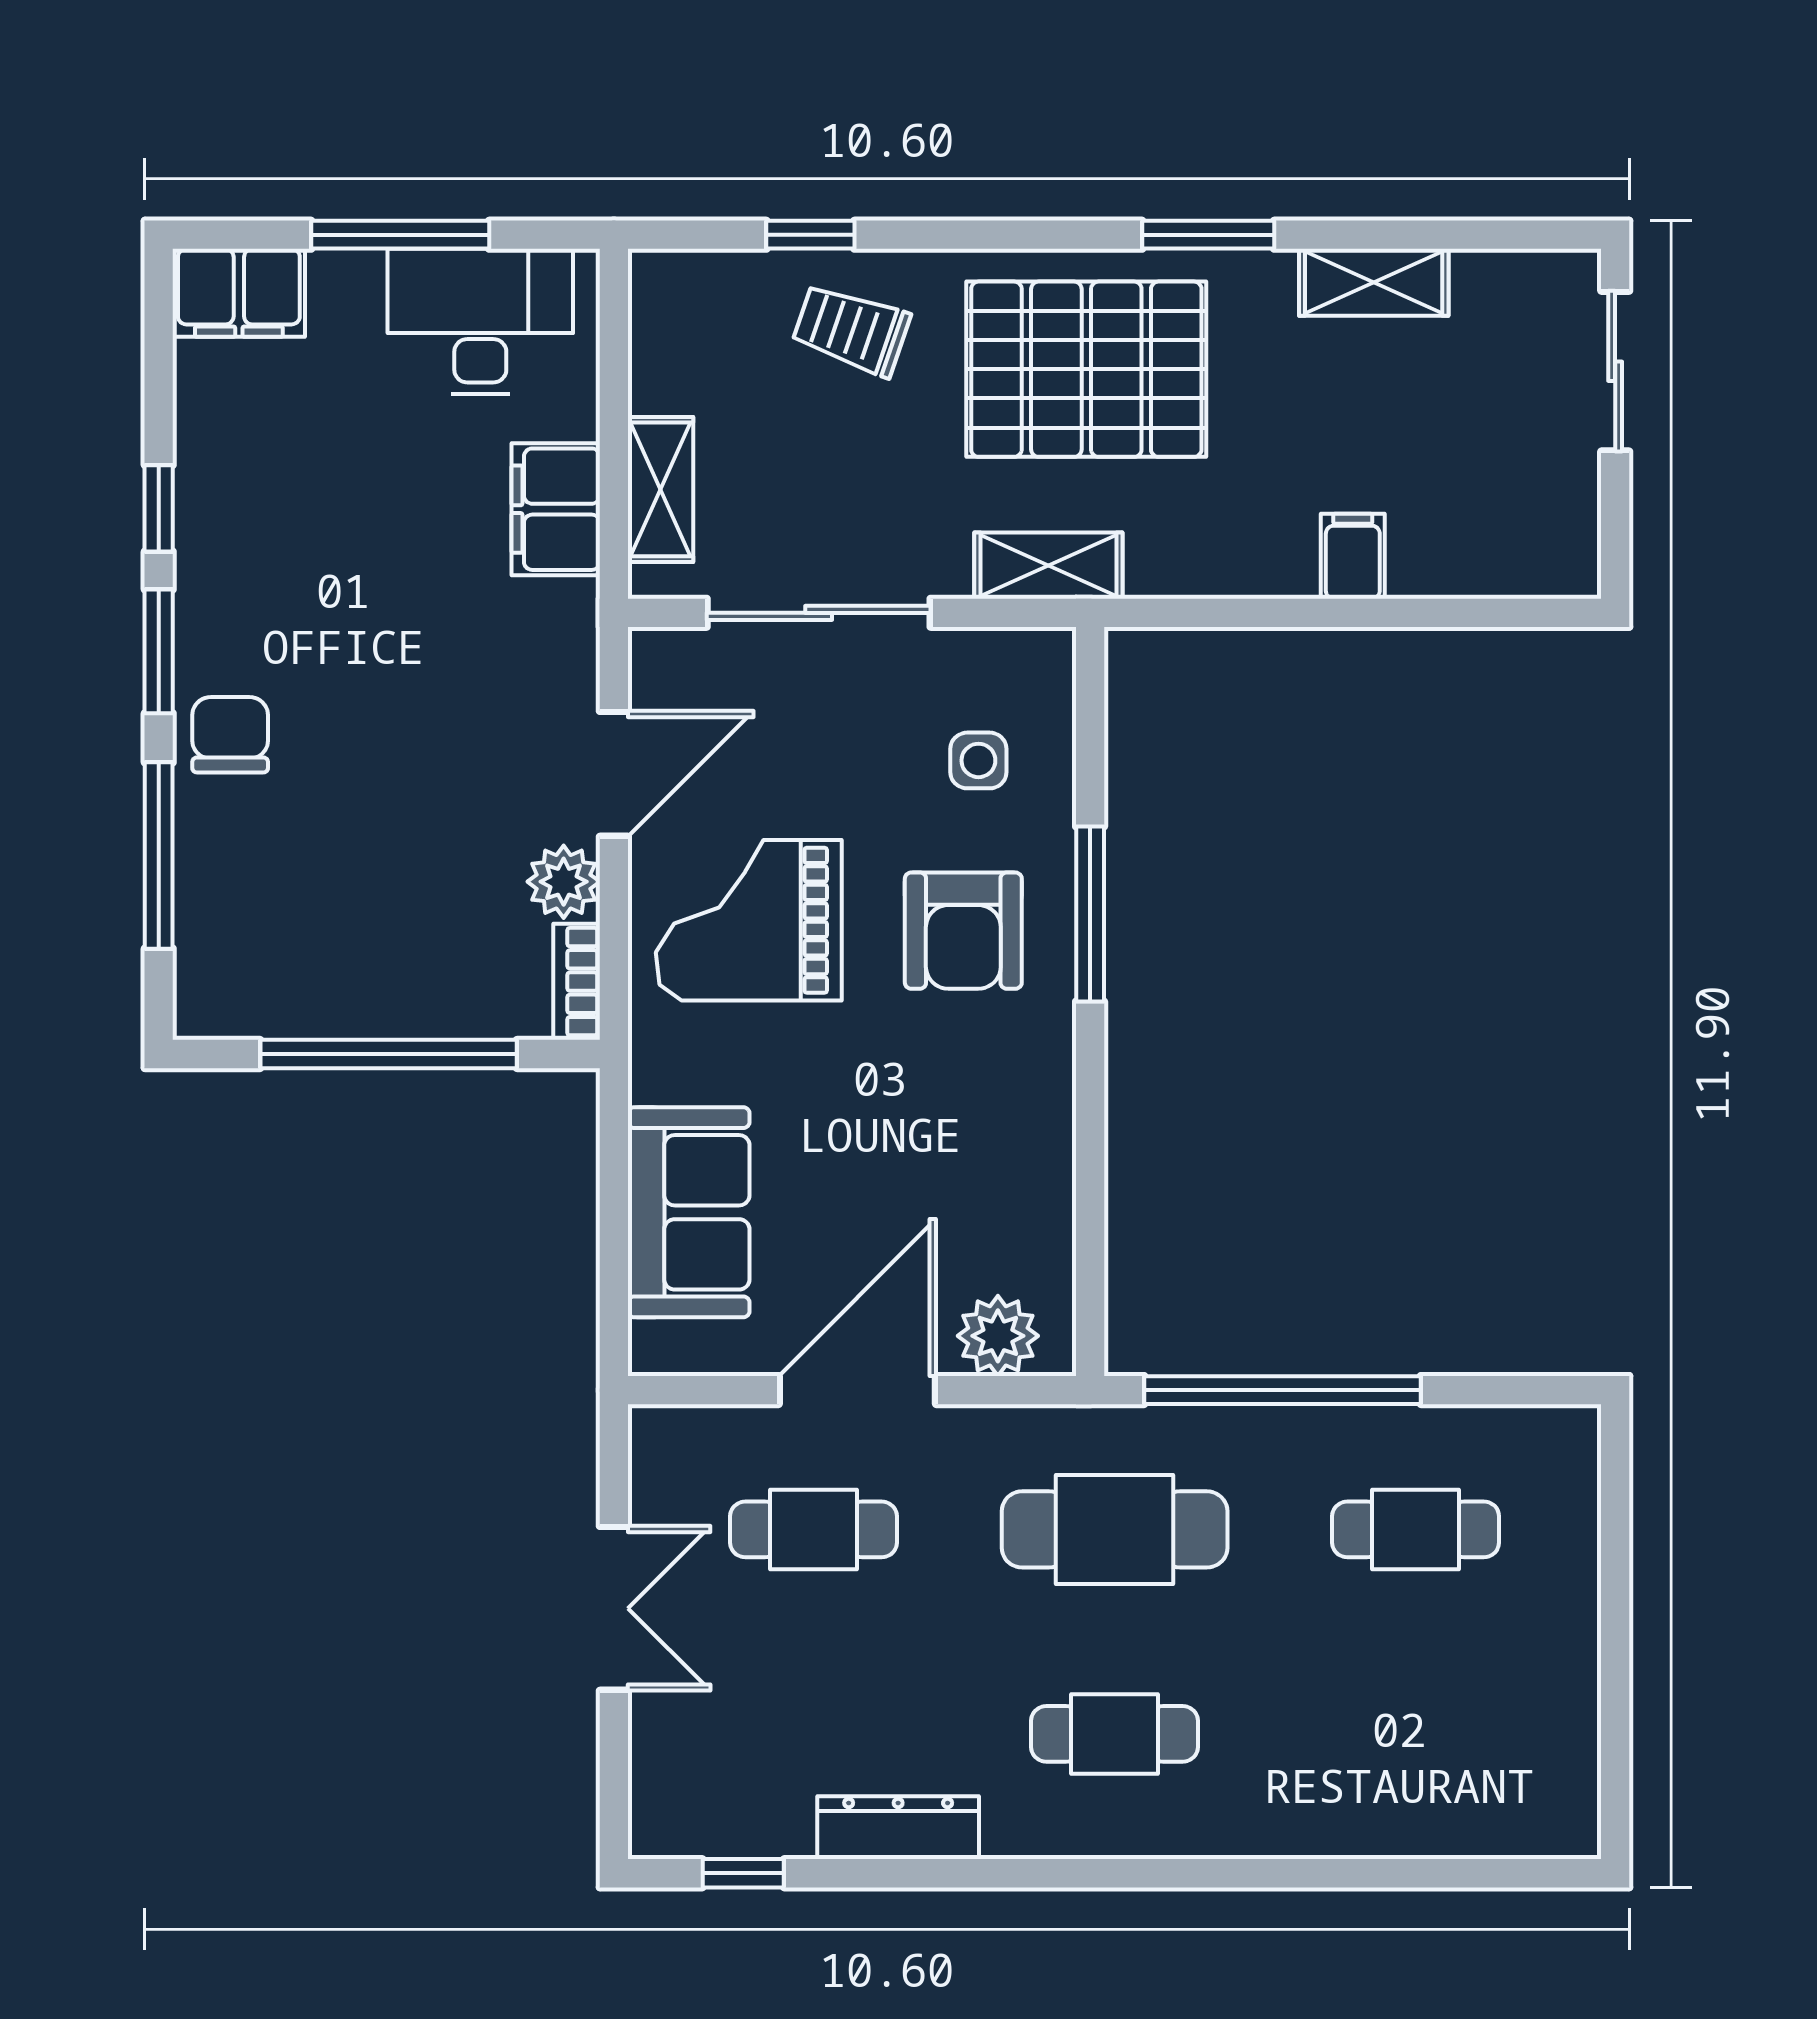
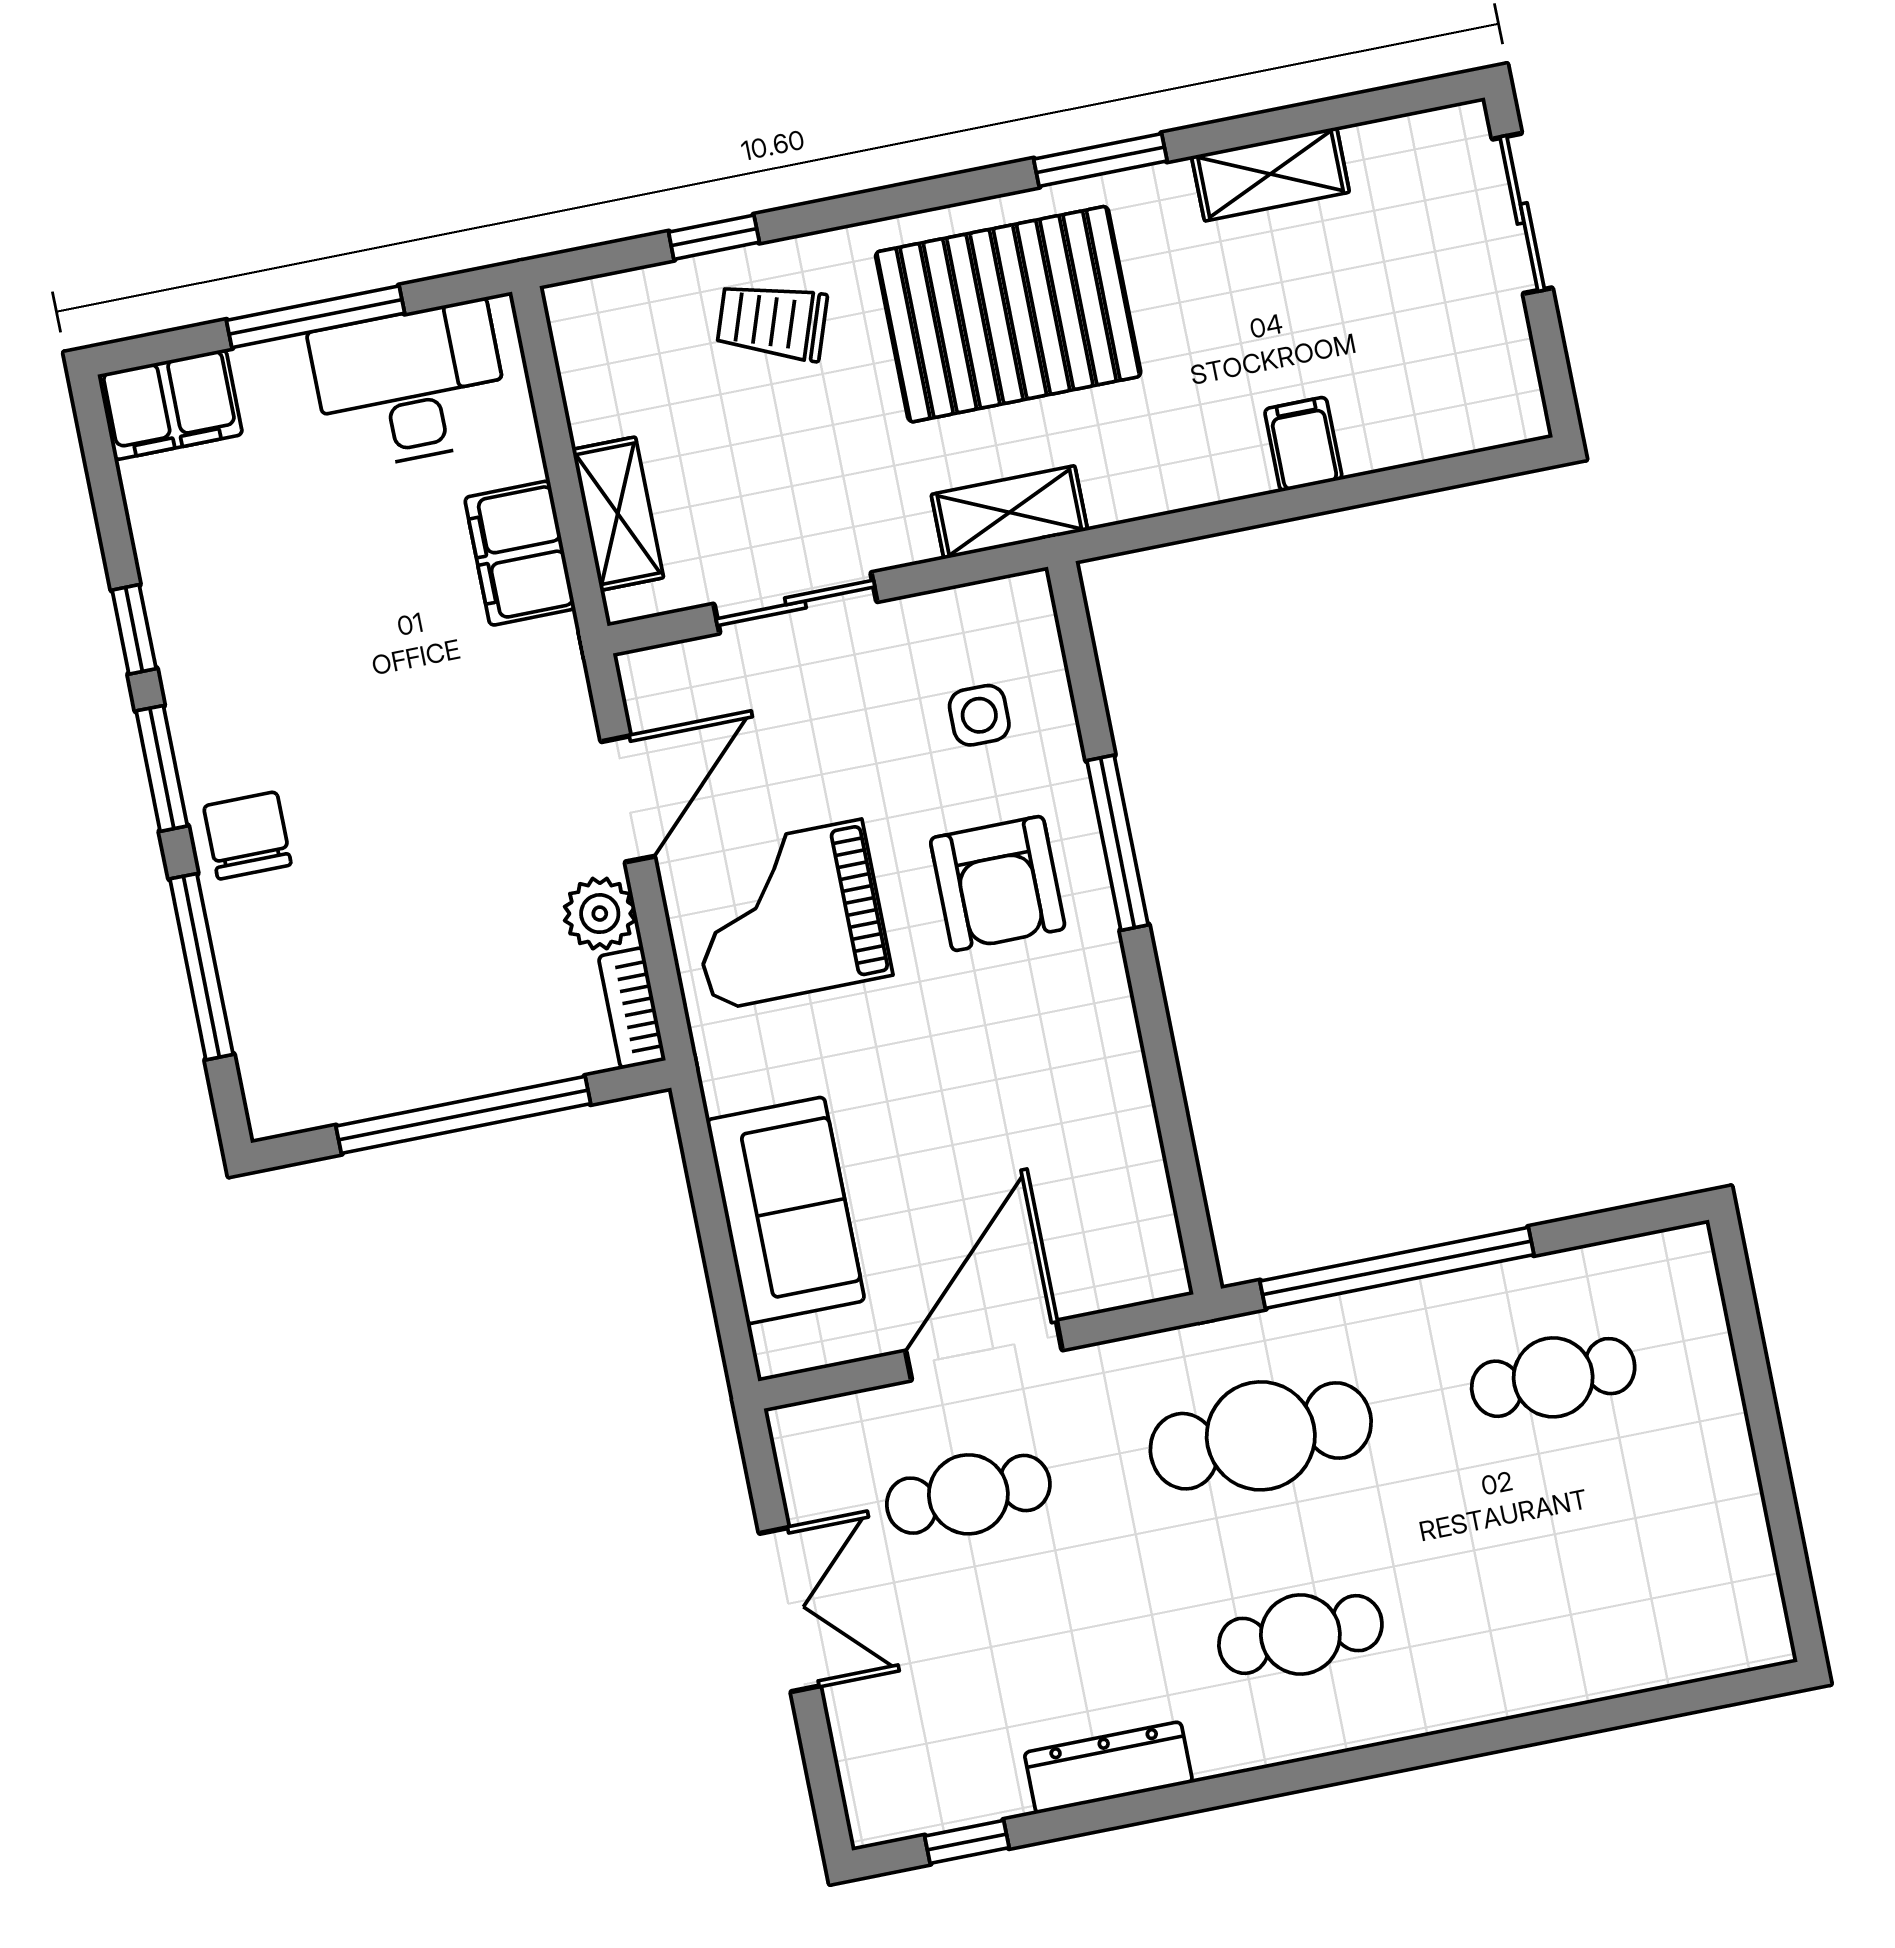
sliding door: (819, 613) -> (795, 603), width x0.73
plant: (998, 1336) -> (1110, 1270), removed

